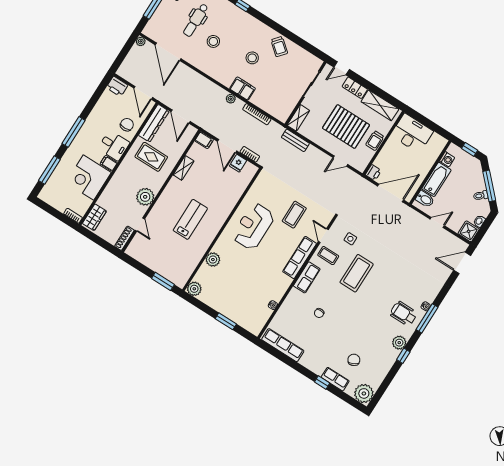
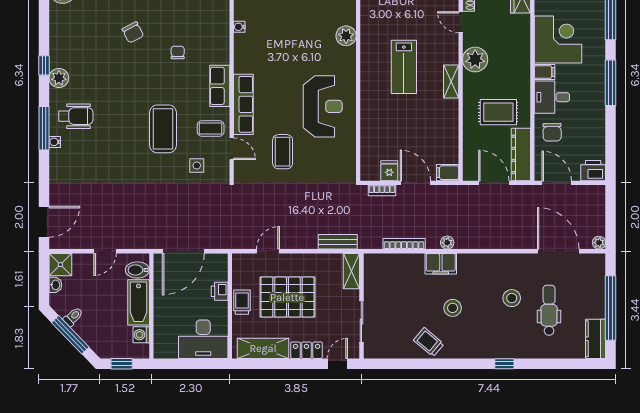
shelving: (184, 168) -> (451, 81), moved
printer: (373, 173) -> (220, 291), moved
chair: (354, 360) -> (133, 32), moved

